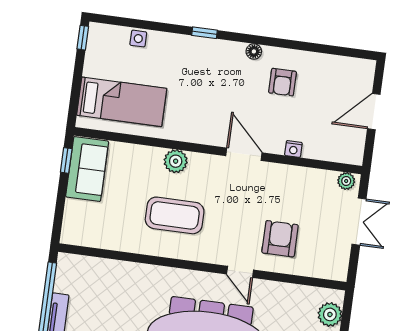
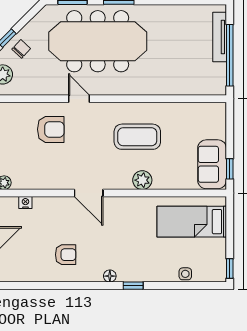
floor lamp: (254, 51) -> (110, 276), moved
armchair: (283, 82) -> (66, 255), turned 90
nightstand: (293, 149) -> (25, 203), moved
armchair: (280, 239) -> (51, 129), turned -90

